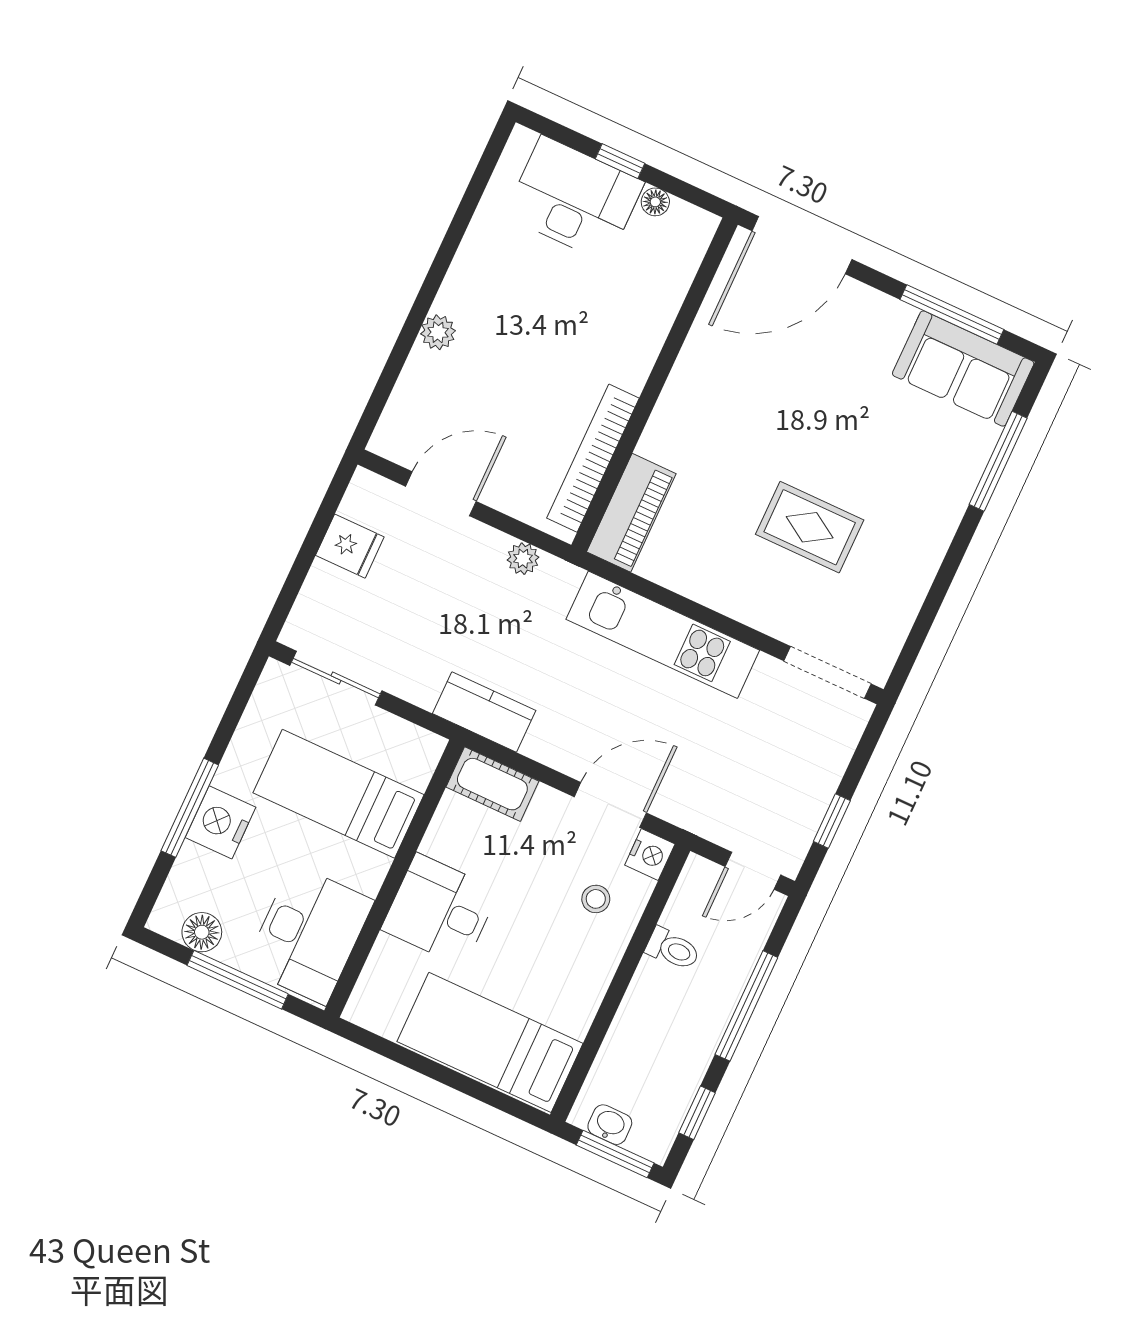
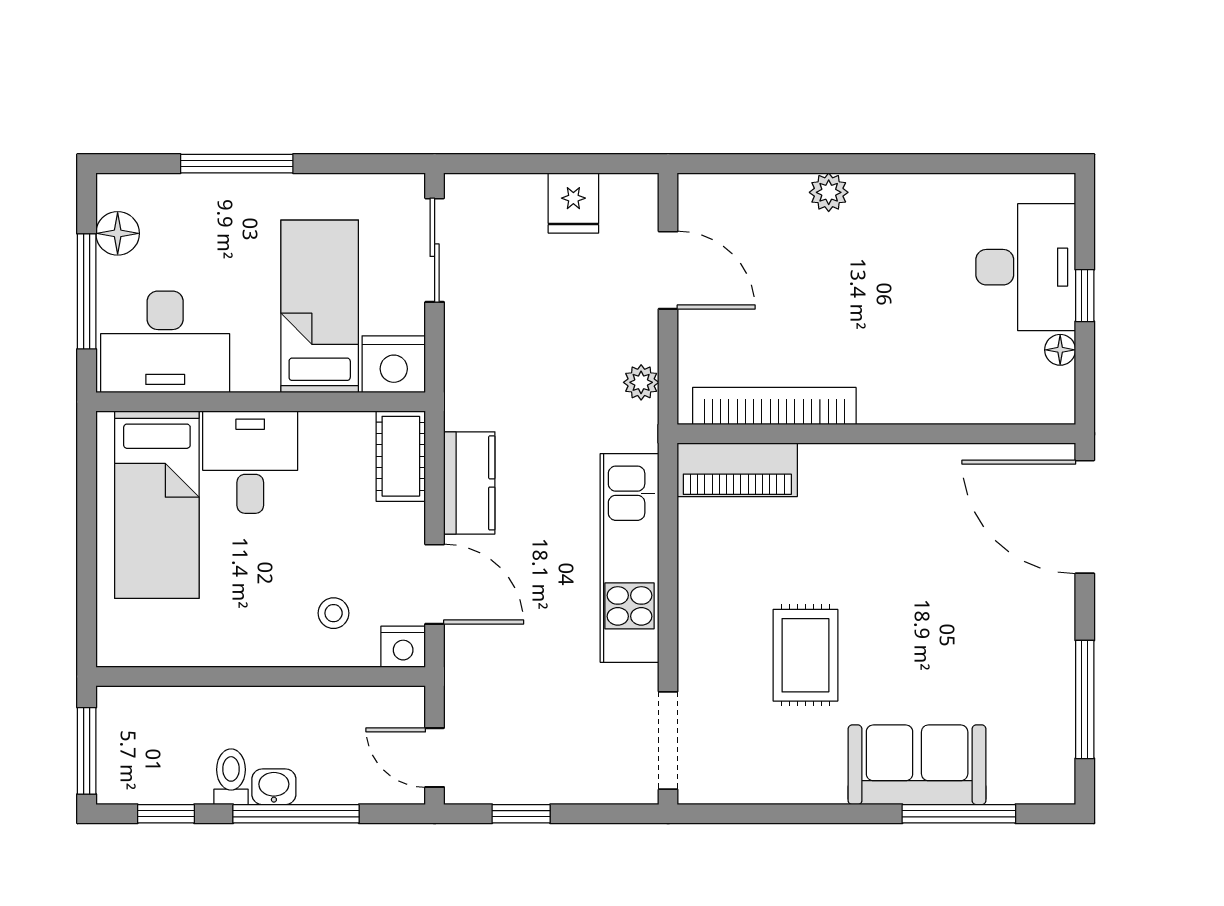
sofa: (963, 369) -> (917, 765), moved, turned 90
kitchen counter: (484, 712) -> (469, 483), moved
nightstand: (220, 822) -> (394, 364), moved, turned 180
toilet: (673, 949) -> (231, 777), moved, turned 180
bed: (490, 1042) -> (157, 505), moved, turned 180
washbasin: (610, 1125) -> (274, 787), moved, turned -90

